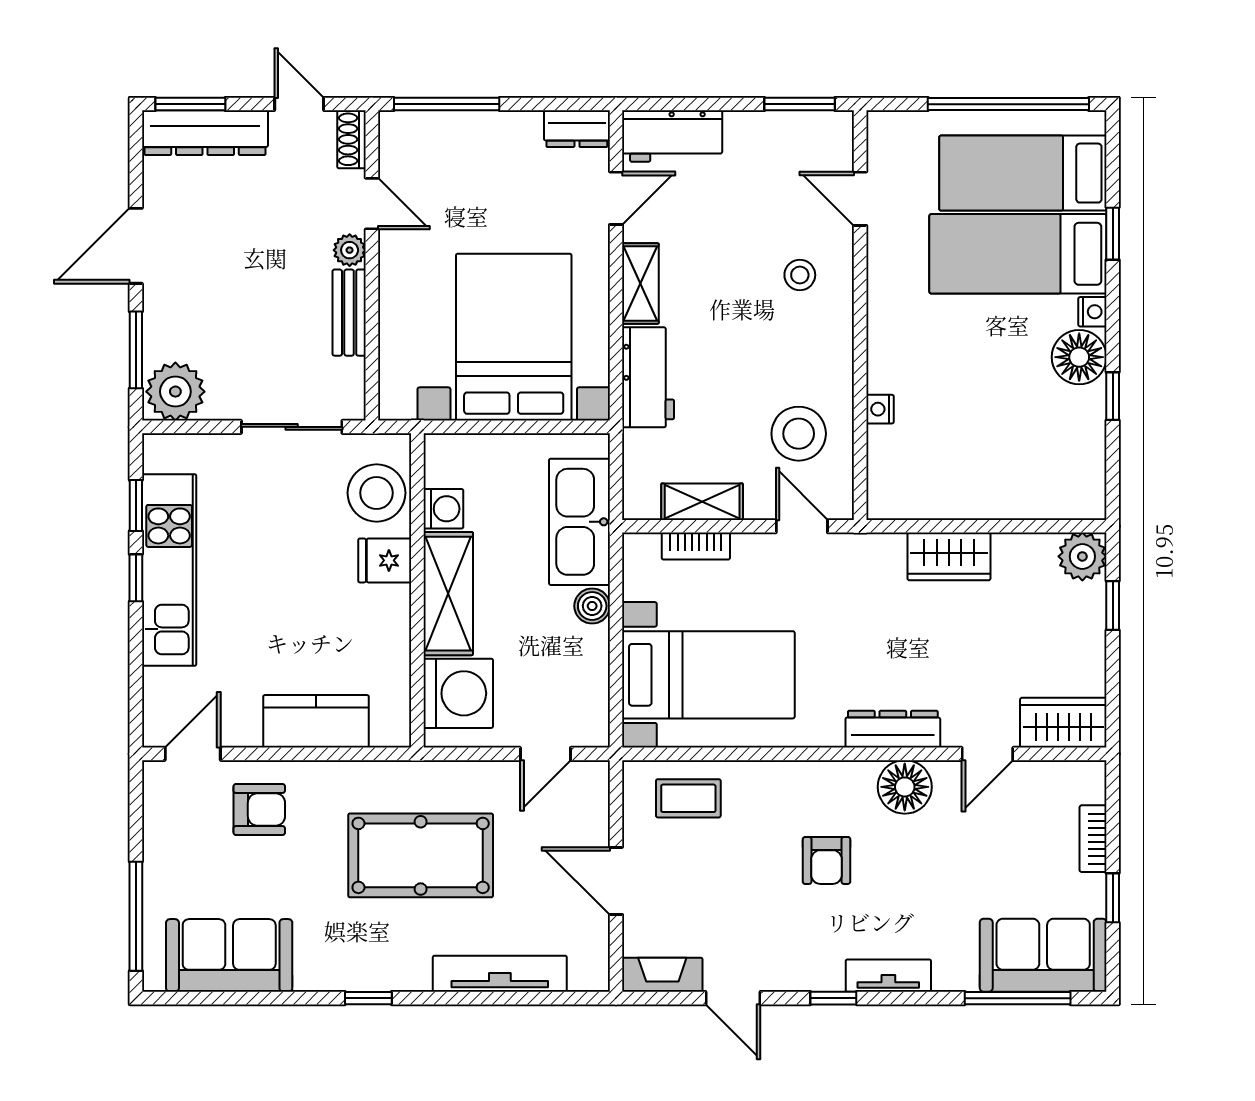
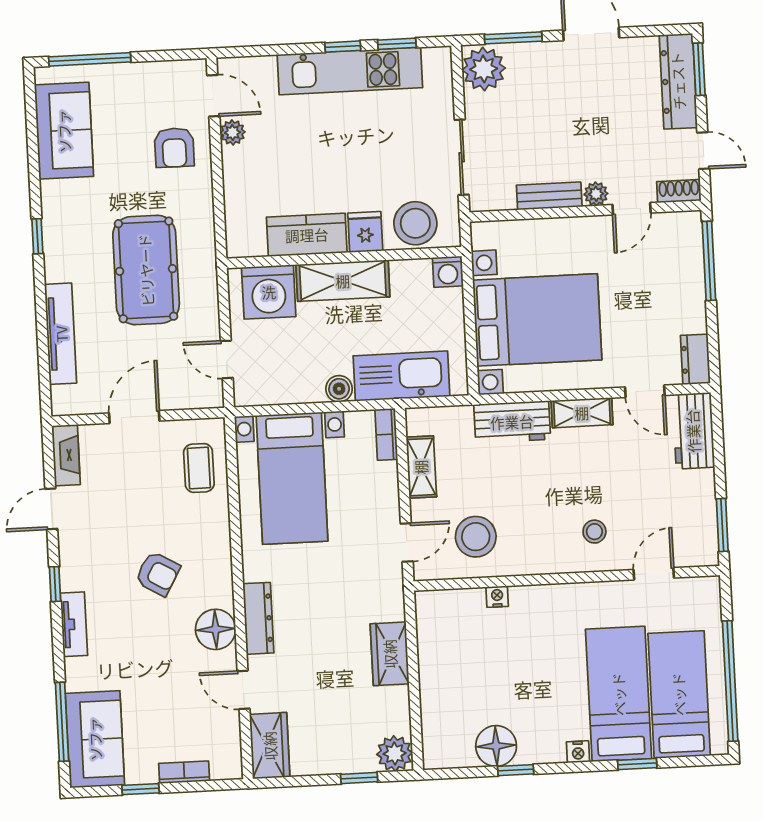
door: (299, 104) -> (703, 151), hinge flipped
floor lamp: (1079, 357) -> (496, 746), moved
washing machine: (443, 509) -> (448, 272), moved
bookcase: (696, 546) -> (386, 434), moved
kitchen counter: (316, 721) -> (307, 235), moved, turned -90
plant: (243, 731) -> (233, 132), added
armchair: (827, 860) -> (158, 574), turned -150

